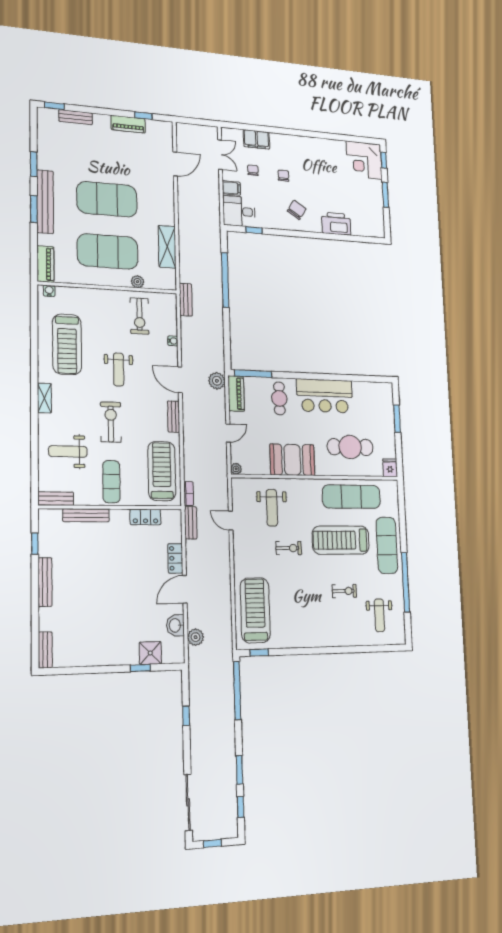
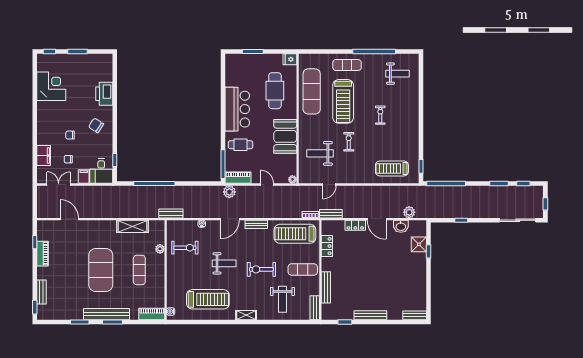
corner desk: (364, 160) -> (51, 86), moved, turned -90
exercise mat: (108, 251) -> (139, 270), width x0.50, depth x0.69
weight bench: (272, 508) -> (320, 153), turned 180
exercise mat: (387, 545) -> (347, 65), width x0.73, depth x0.69
exercise bike: (344, 591) -> (380, 115), moved
treadmill: (255, 610) -> (392, 168), width x0.73, depth x0.73

